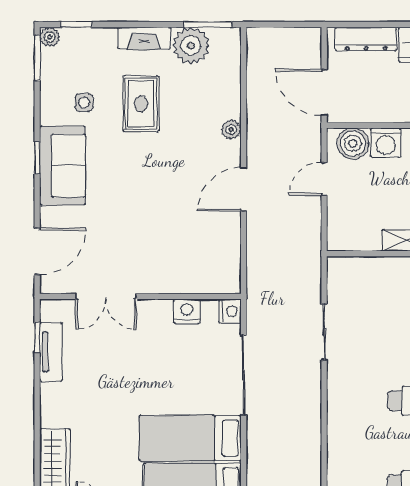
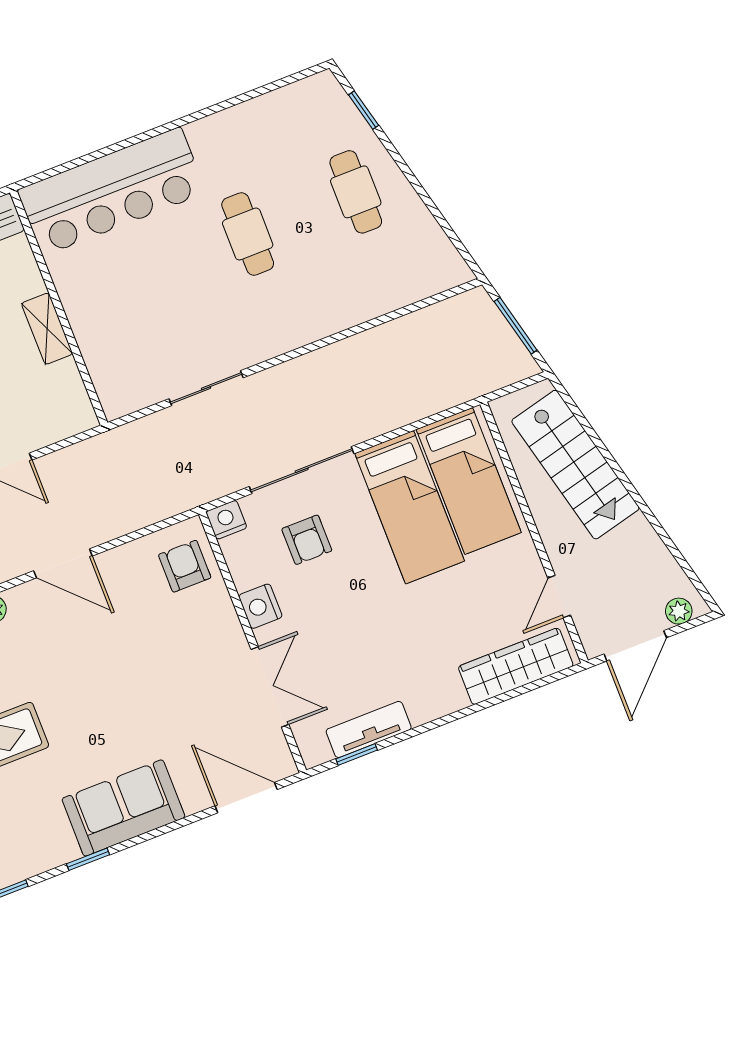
side table: (84, 102) -> (31, 812), removed
window: (37, 158) -> (88, 859), moved
armchair: (210, 271) -> (185, 566), added
nightstand: (187, 311) -> (260, 606), moved
armchair: (195, 360) -> (307, 540), added

